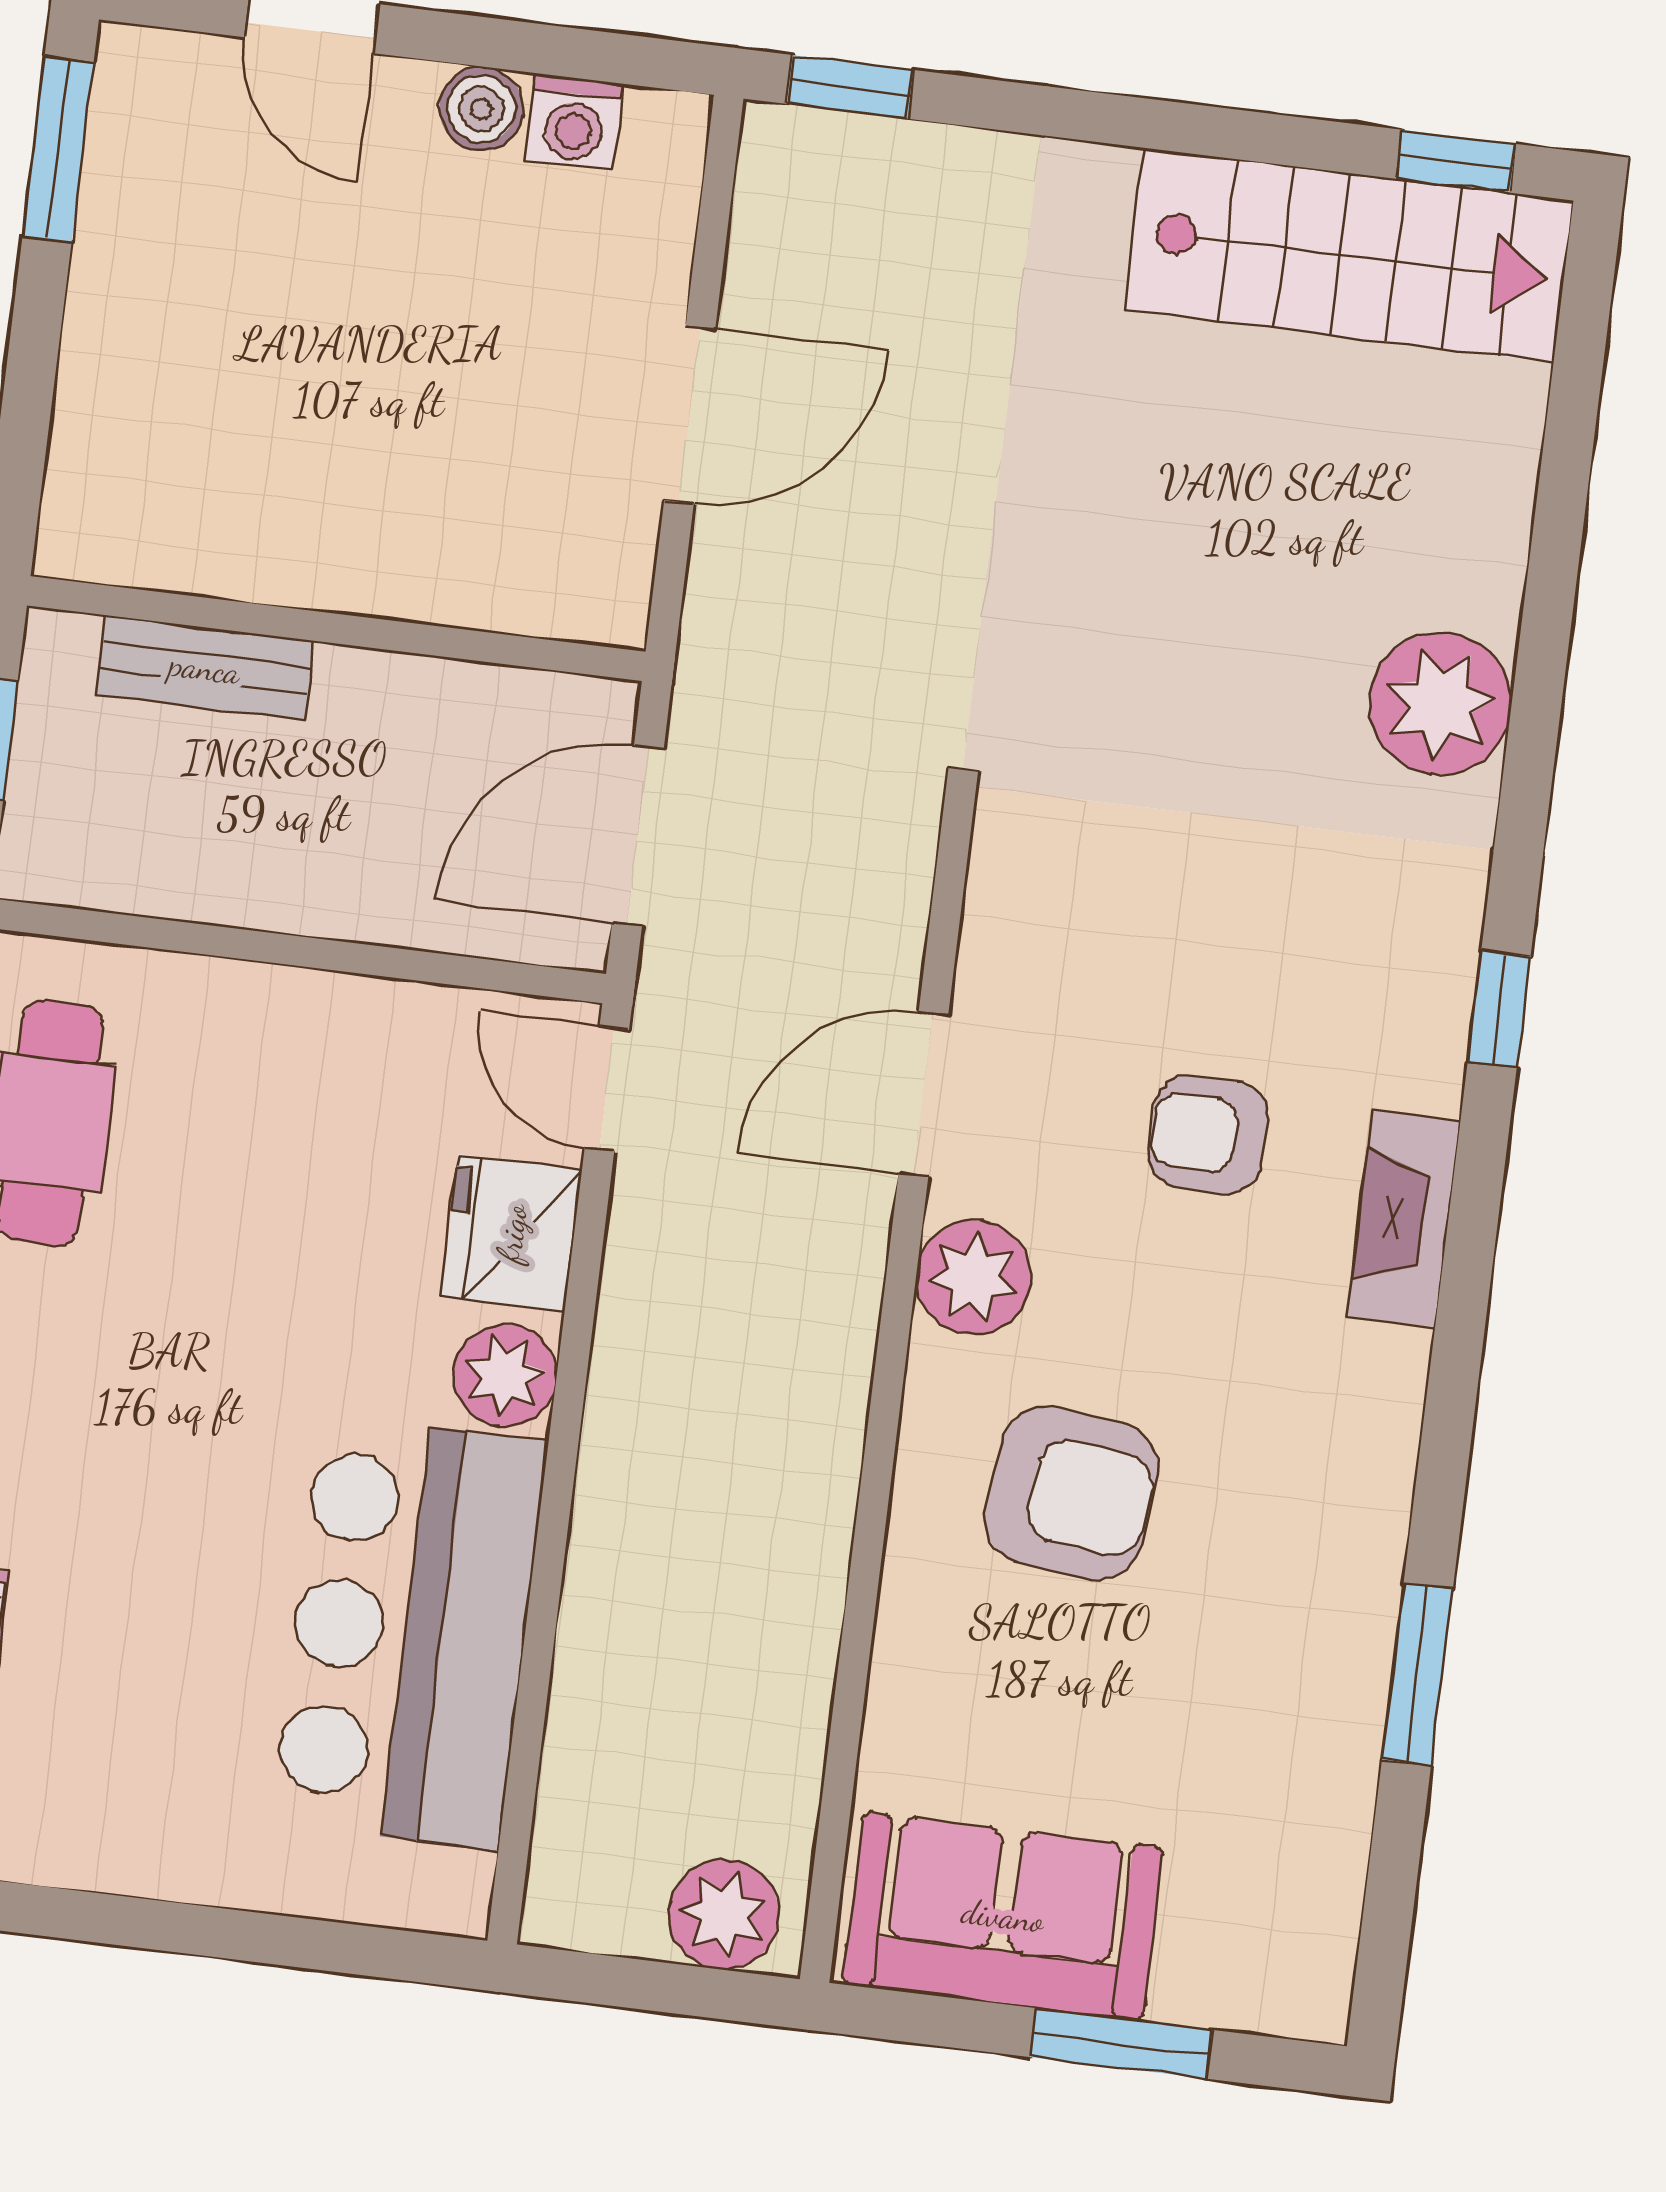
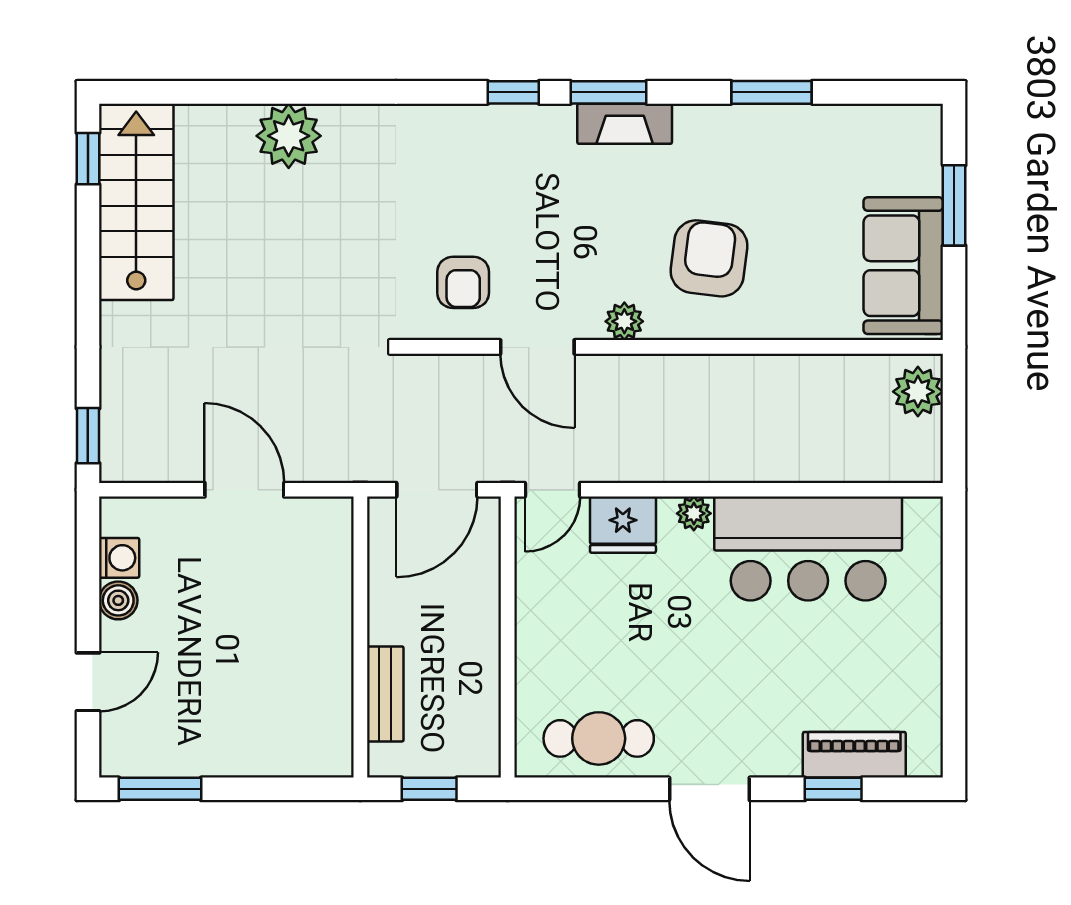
plant: (1440, 704) -> (289, 136), moved
door: (638, 836) -> (437, 490), hinge flipped
window: (1499, 1009) -> (513, 92), moved
armchair: (1208, 1134) -> (463, 282), moved
fireplace: (1404, 1219) -> (625, 124), moved
plant: (973, 1277) -> (624, 321), width x0.73, depth x0.73
window: (1461, 1318) -> (609, 92), added
plant: (505, 1376) -> (694, 513), width x0.73, depth x0.73

